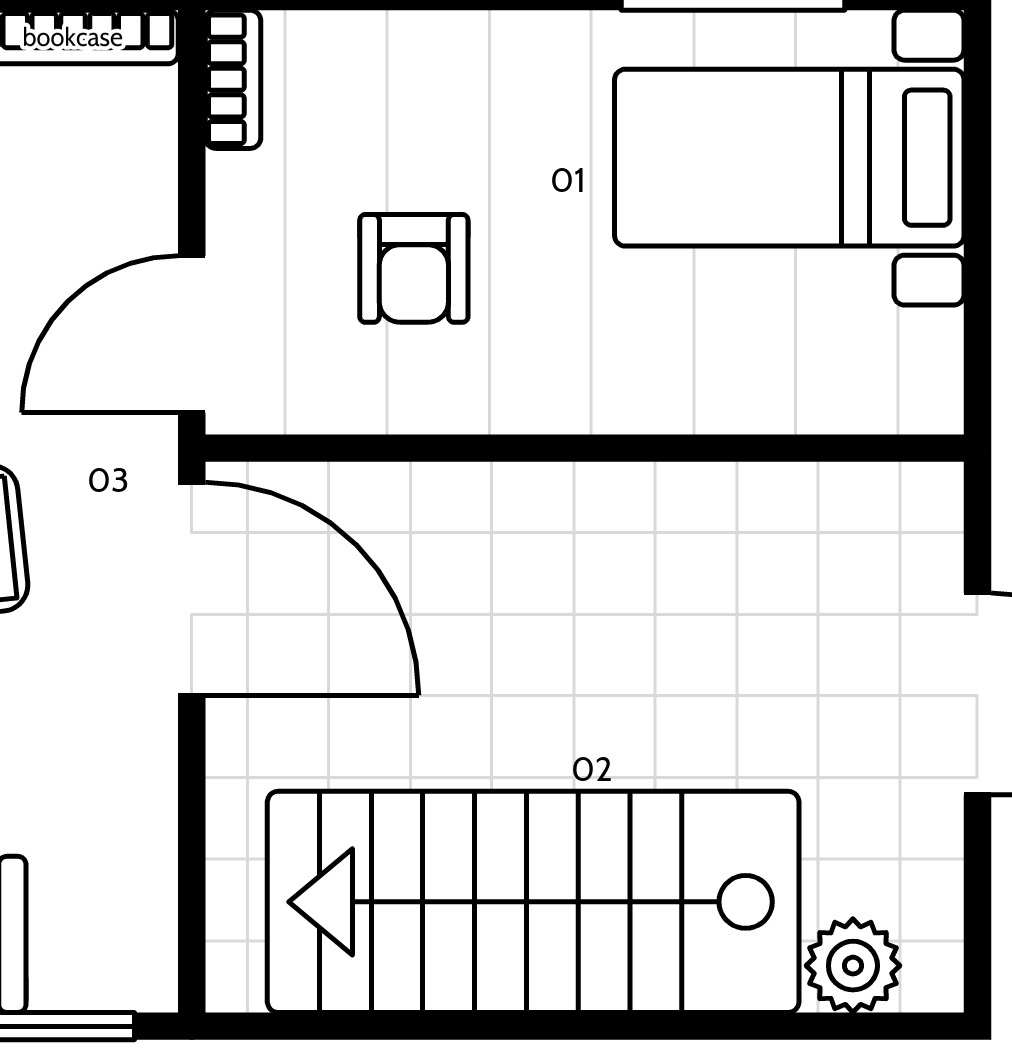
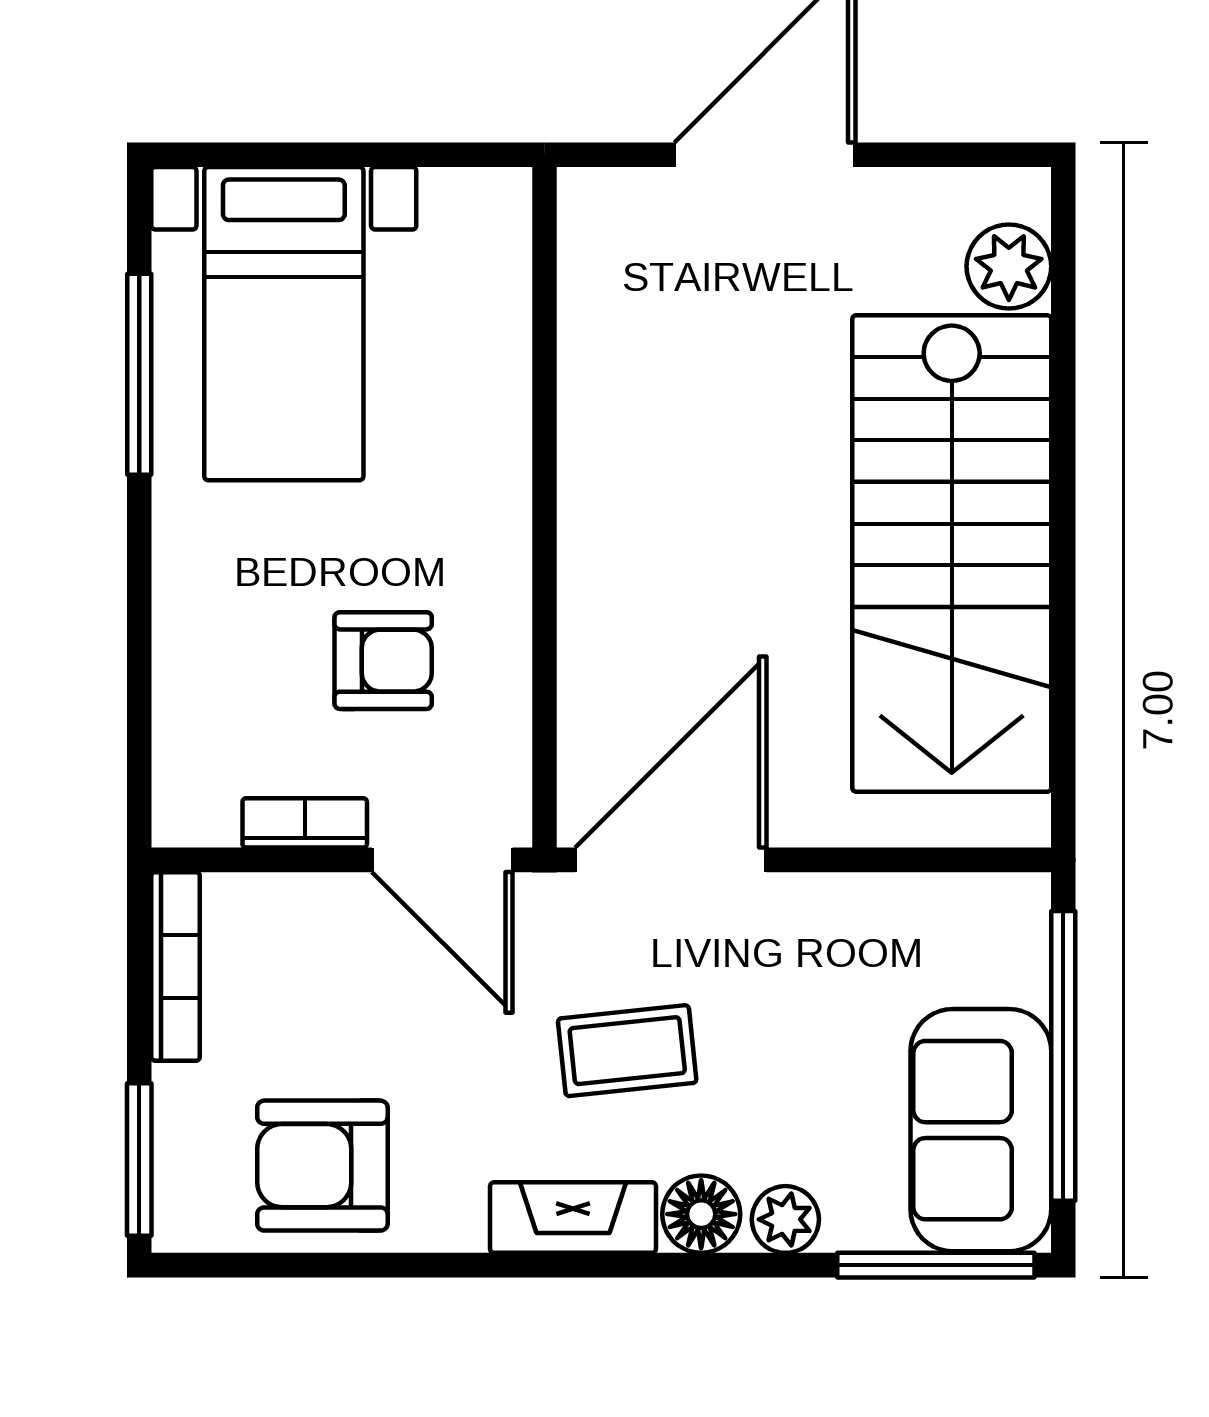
bookcase: (233, 79) -> (305, 823), moved

